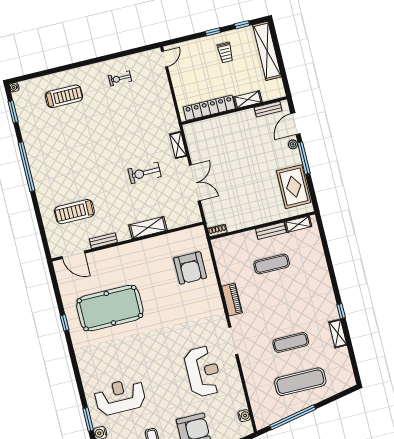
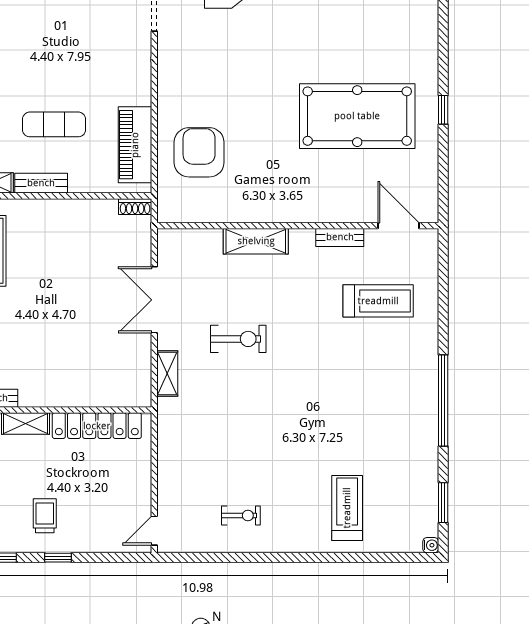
treadmill: (64, 96) -> (347, 508), turned 90
piano: (232, 300) -> (135, 145), moved, width x1.37, depth x1.33

